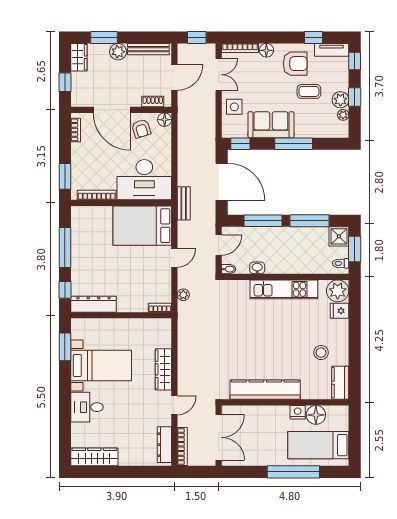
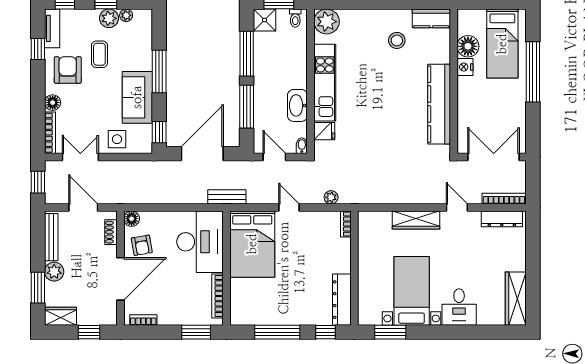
armchair: (141, 129) -> (142, 245), turned 97
washbasin: (257, 268) -> (297, 105), width x1.91, depth x1.45
fridge: (340, 311) -> (324, 131), moved, turned -90

